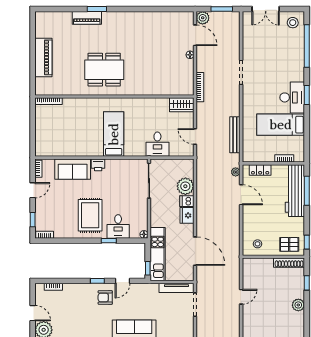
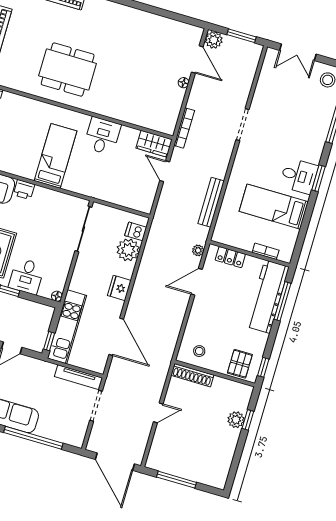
desk: (292, 97) -> (299, 176), width x0.73
door: (195, 136) -> (165, 171), moved
desk: (157, 144) -> (102, 136), moved, turned 180
door: (241, 195) -> (197, 282), swing flipped
dishwasher: (187, 201) -> (136, 231), moved
pallet: (289, 244) -> (240, 364), turned 90
shoe rack: (289, 263) -> (192, 375), moved
plant: (298, 305) -> (236, 420), moved

